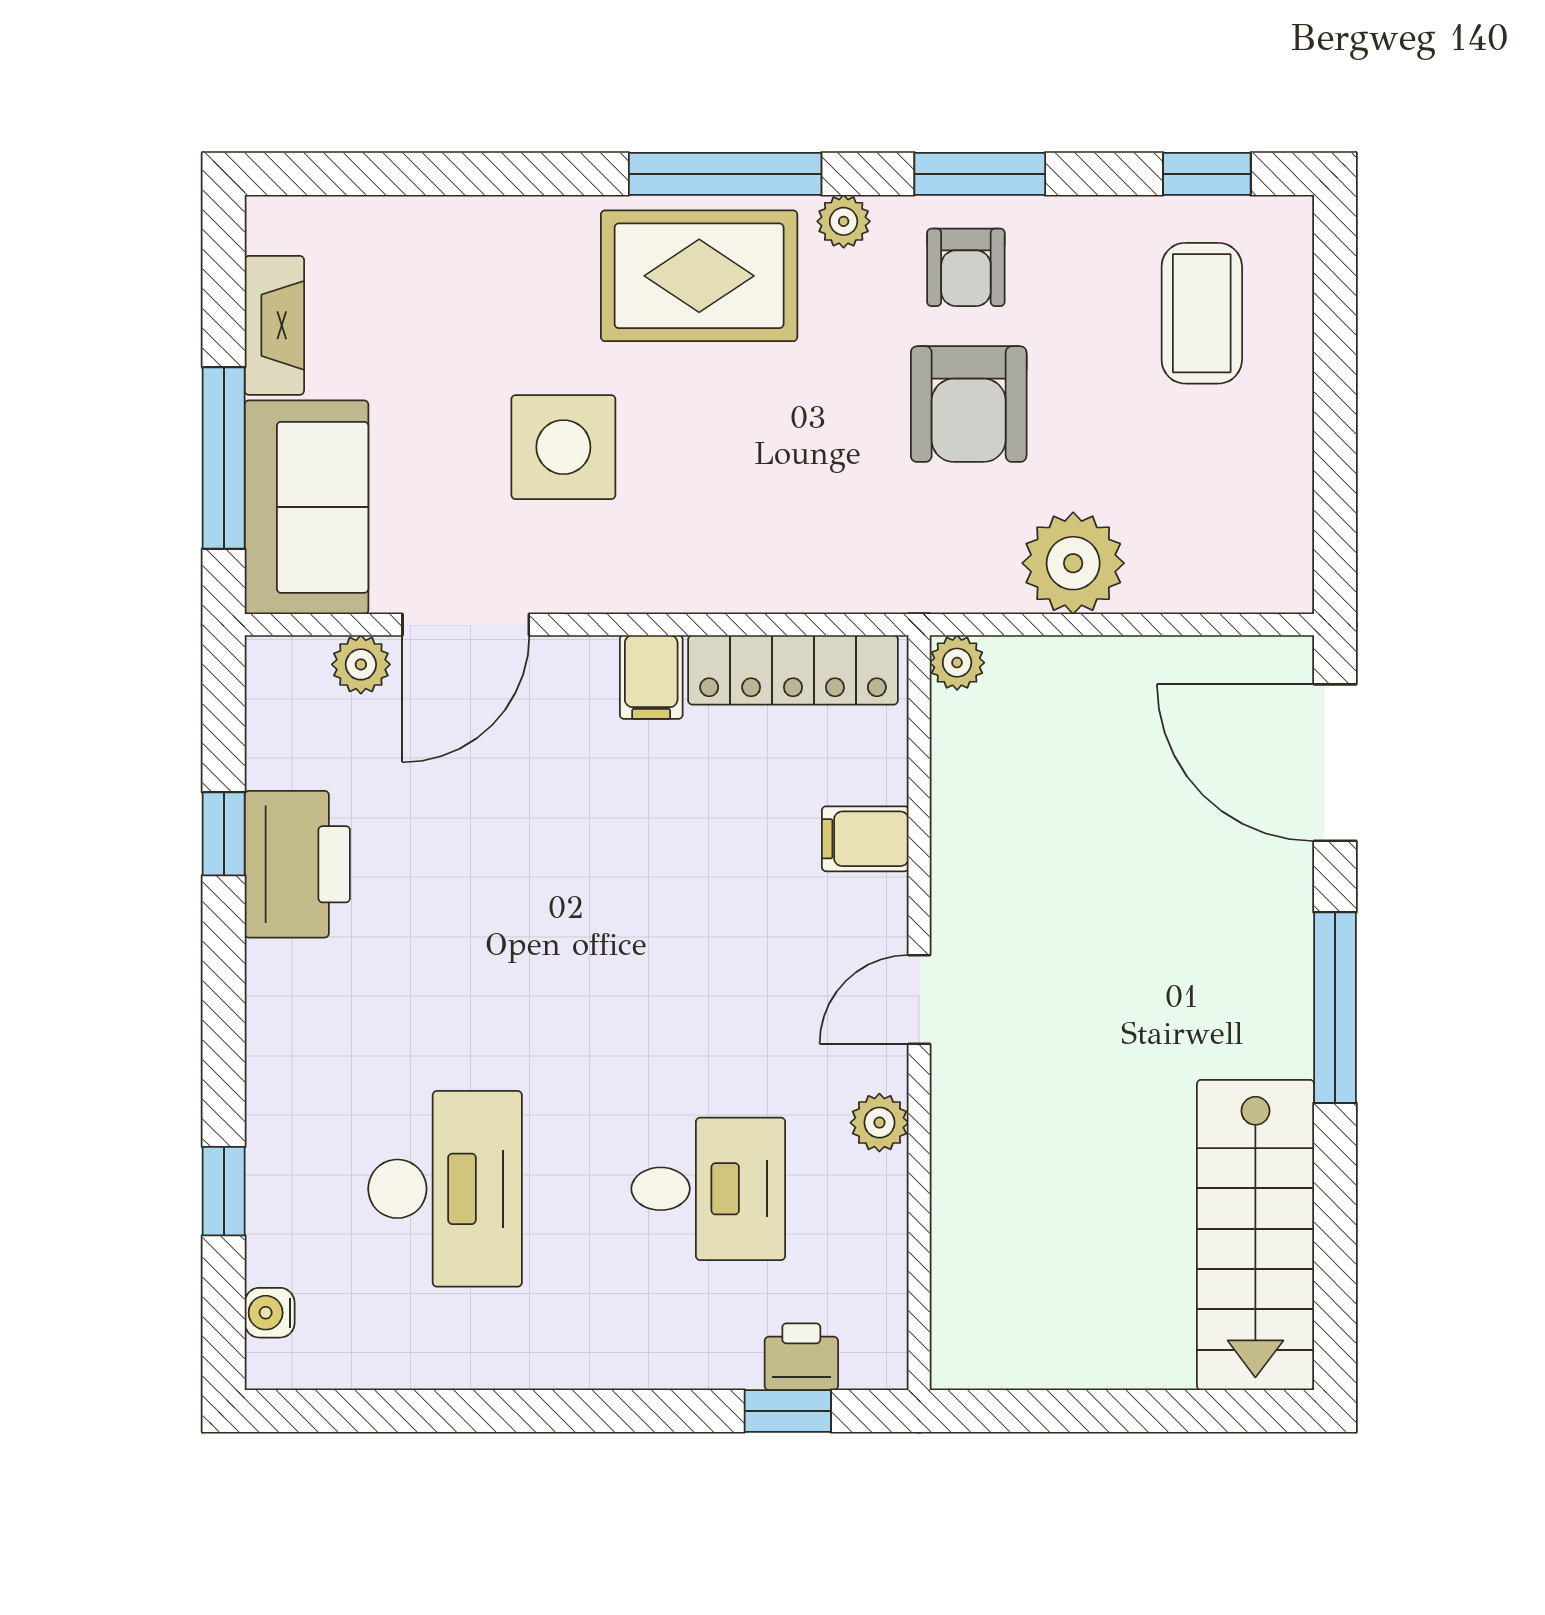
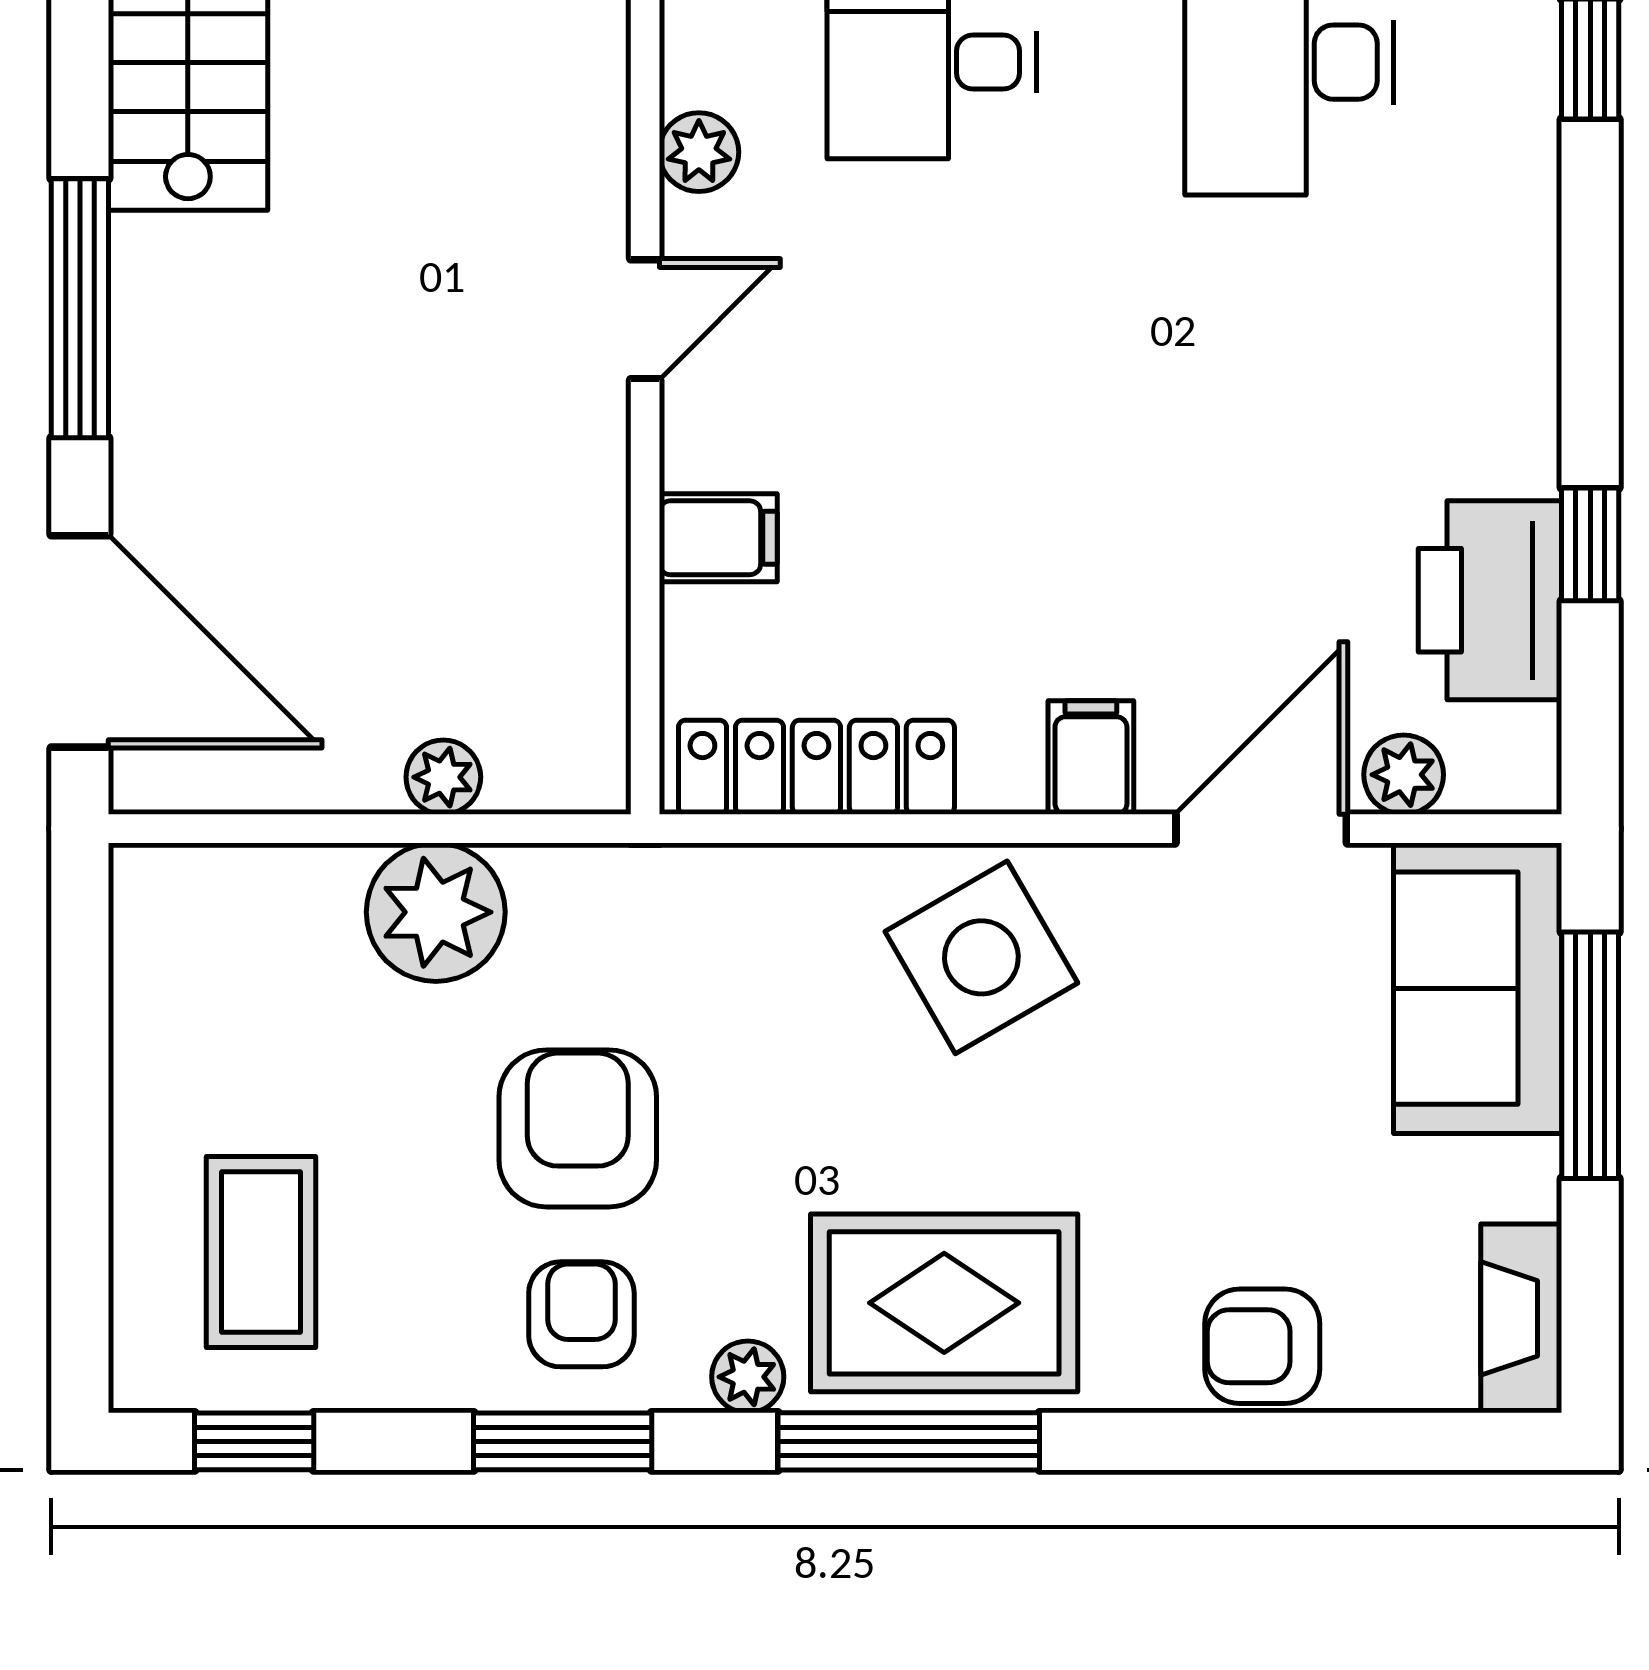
armchair: (465, 244) -> (1262, 1346), added
fireplace: (274, 325) -> (1521, 1318), moved
side table: (563, 447) -> (981, 957), moved, turned -30
plant: (957, 663) -> (443, 777), moved
filing cabinet: (651, 677) -> (1091, 758), moved
printer: (297, 864) -> (1490, 600), moved

